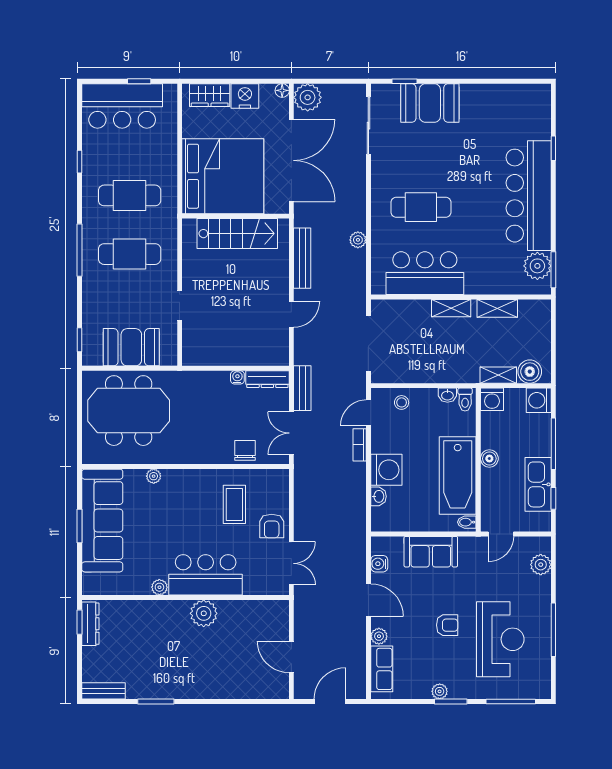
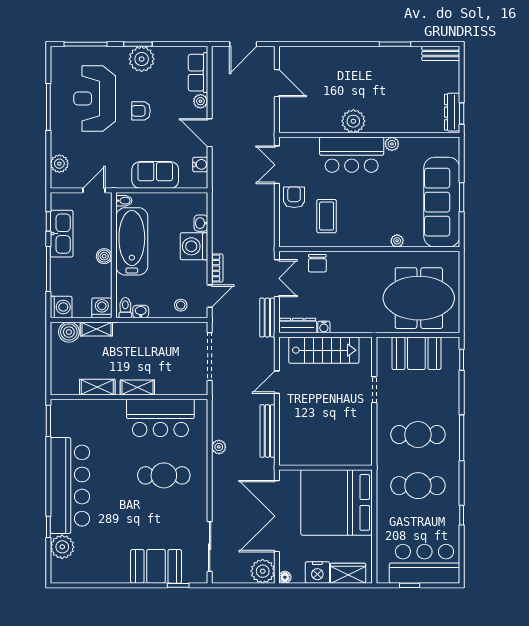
stairs: (237, 234) -> (324, 350), moved, turned 180
plant: (537, 266) -> (62, 547), moved
plant: (440, 691) -> (142, 59), width x1.87, depth x1.87

